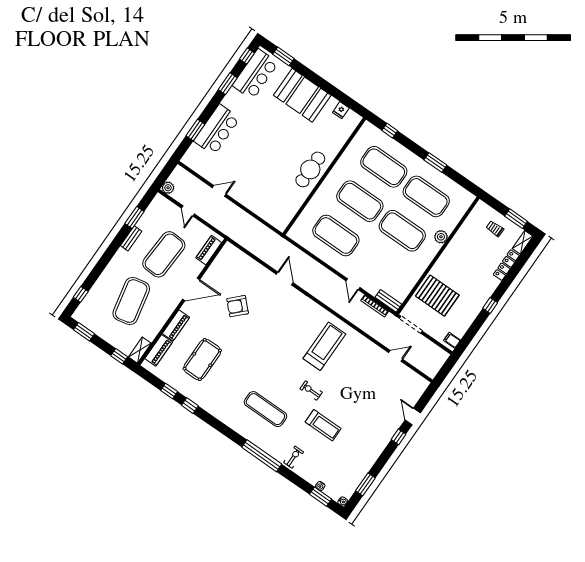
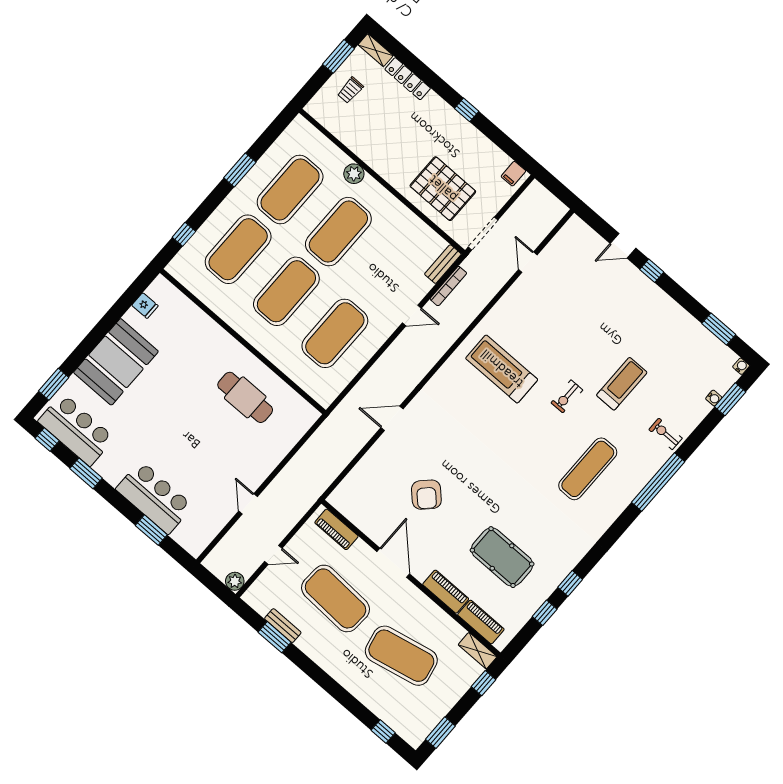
cafe table: (310, 169) -> (245, 397), moved
bench: (131, 238) -> (283, 626), moved
pallet: (437, 296) -> (443, 189), turned 90

